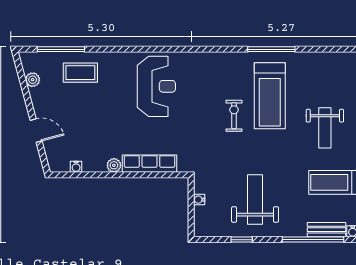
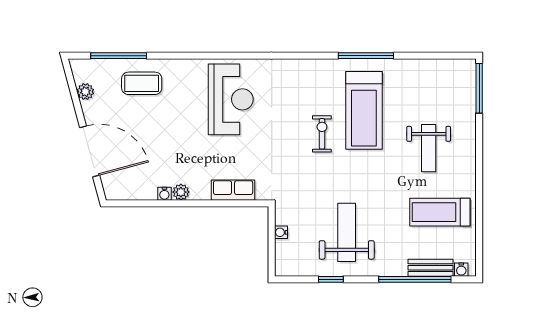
door: (36, 131) -> (90, 151), width x1.88
row of seats: (150, 164) -> (233, 190), width x0.68
water cooler: (76, 167) -> (164, 194), moved

